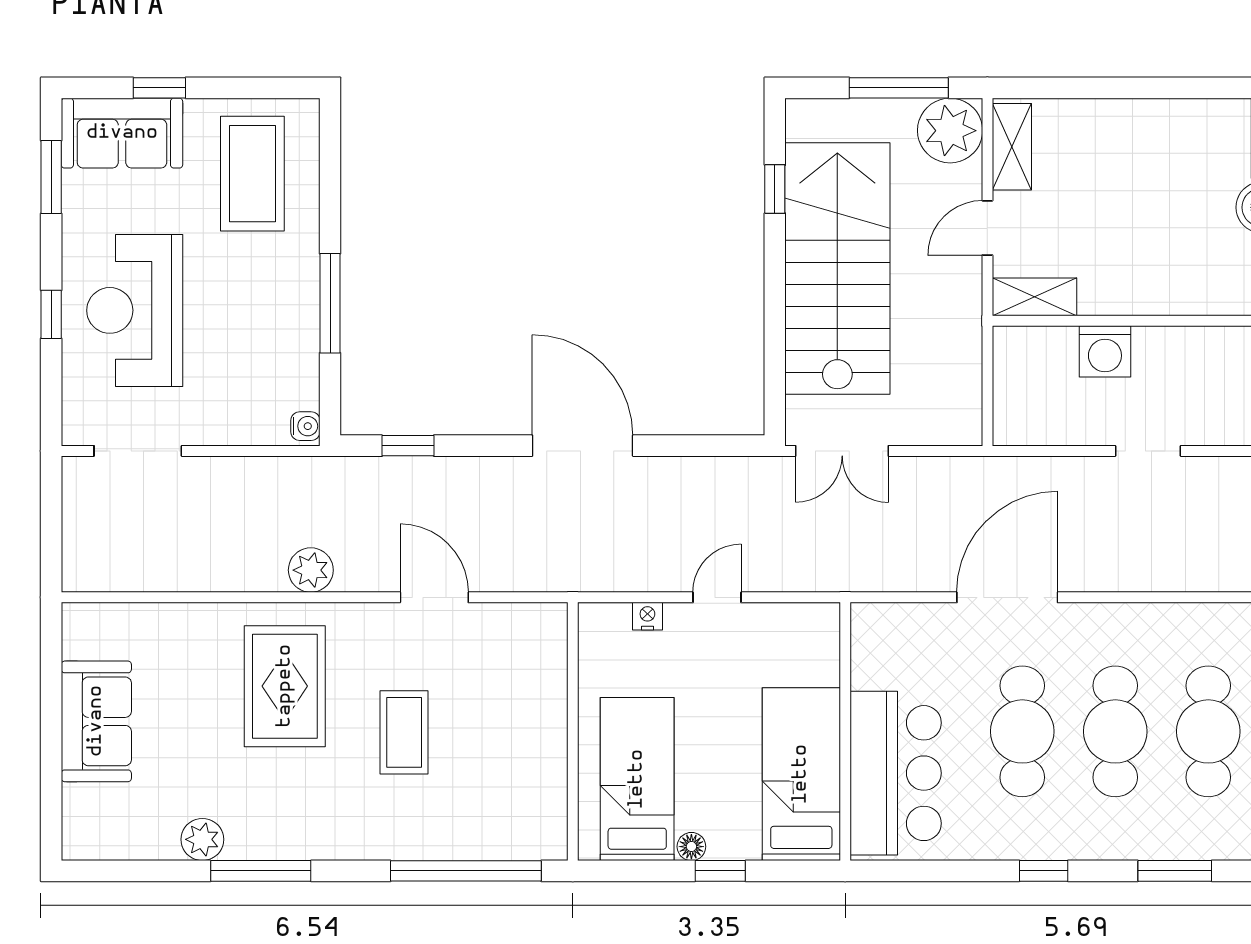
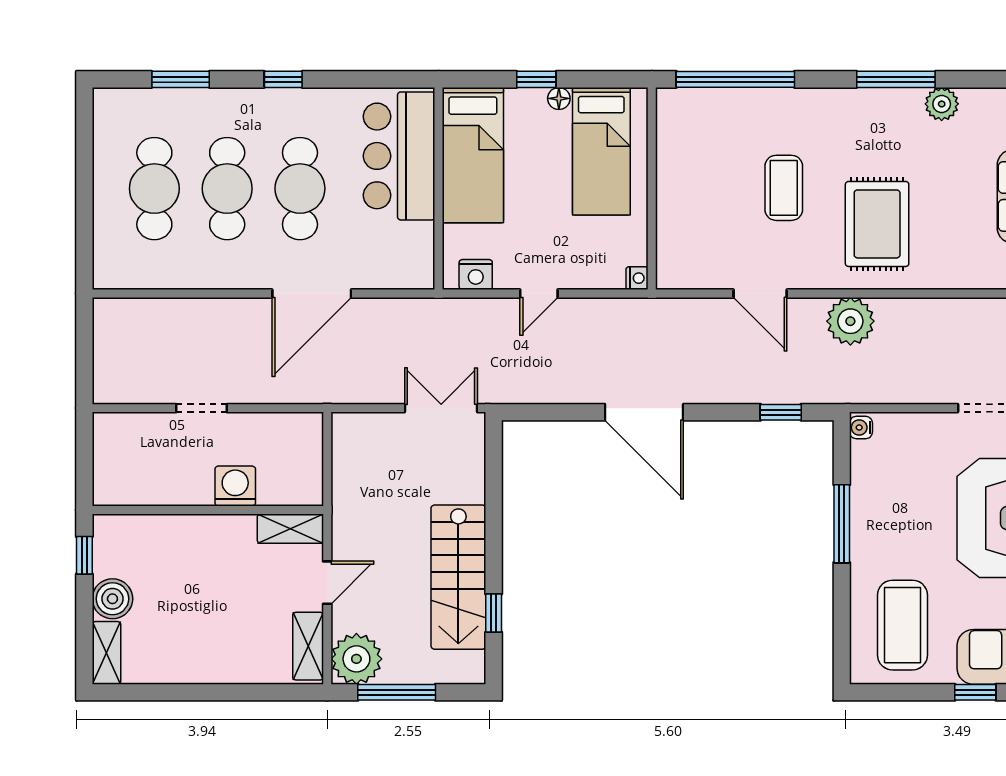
stairs: (837, 269) -> (458, 577), width x0.73, depth x0.66
plant: (311, 570) -> (850, 321), width x1.36, depth x1.36
nightstand: (647, 616) -> (637, 278), moved, turned -90
nightstand: (798, 622) -> (476, 275), added

